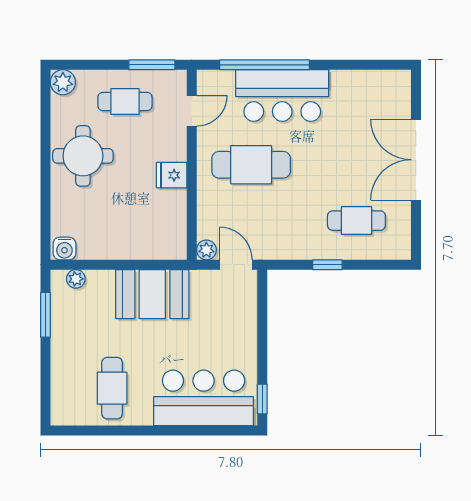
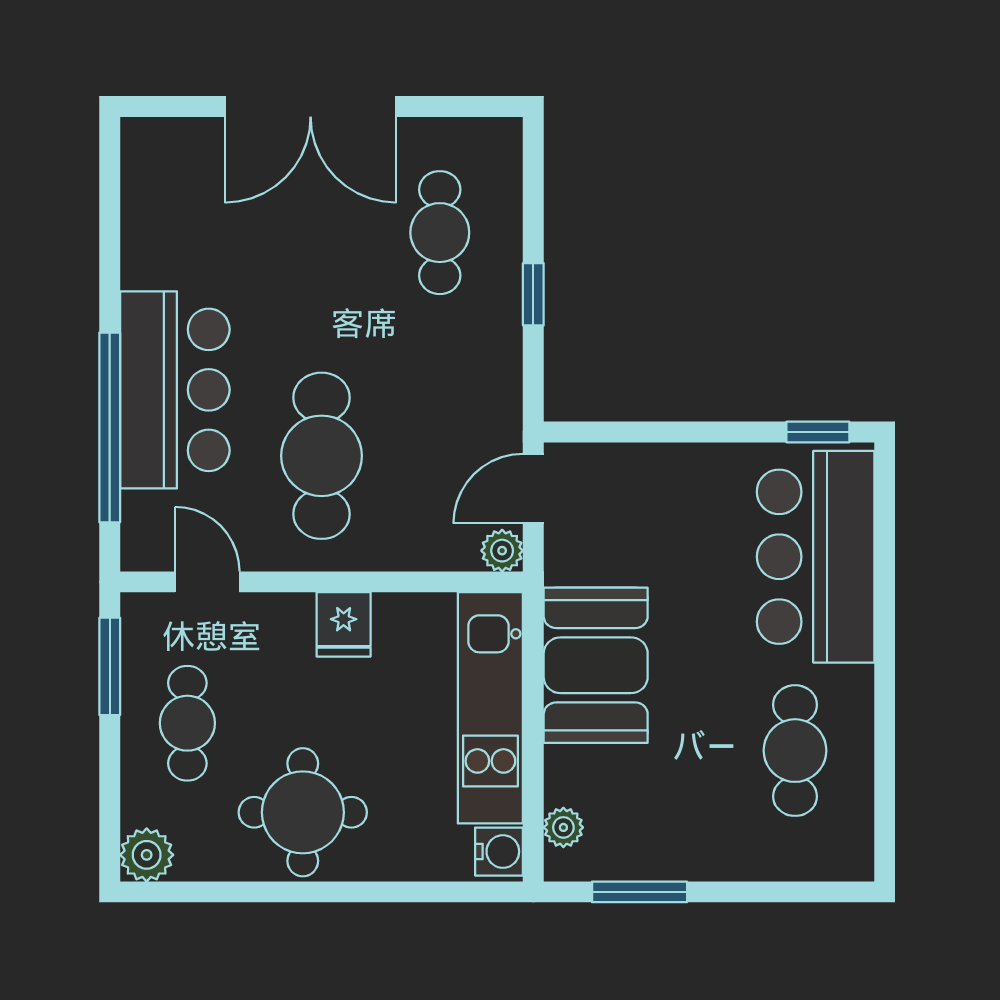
kitchen unit: (132, 244) -> (490, 708), added
cafe table: (112, 388) -> (795, 751), turned 90

